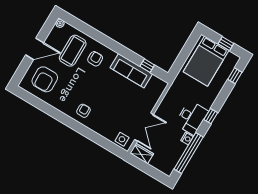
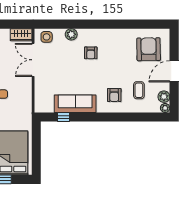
plant: (55, 33) -> (164, 97), added
coffee table: (73, 51) -> (139, 90), width x0.54, depth x0.58
armchair: (83, 111) -> (91, 53), moved
plant: (101, 129) -> (71, 34), added

